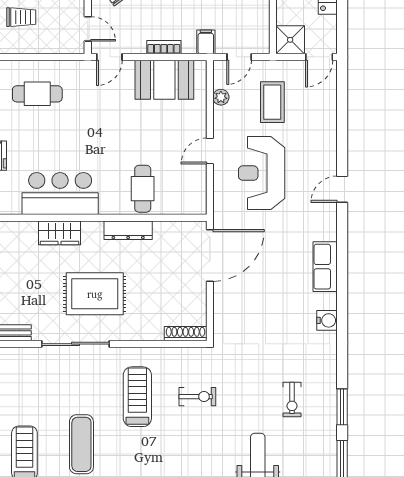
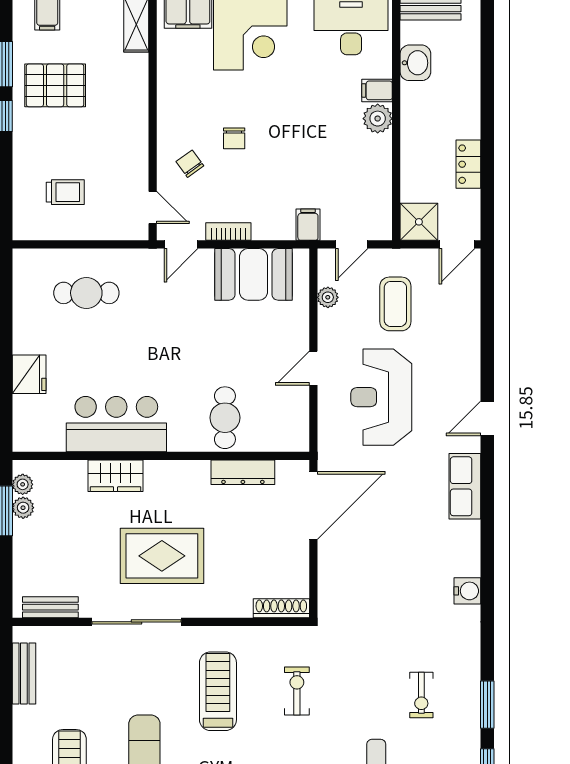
bookcase: (164, 47) -> (228, 232), moved
dresser: (128, 230) -> (243, 472), moved
row of seats: (325, 267) -> (465, 486), moved
exercise bike: (197, 397) -> (297, 691), turned -90

